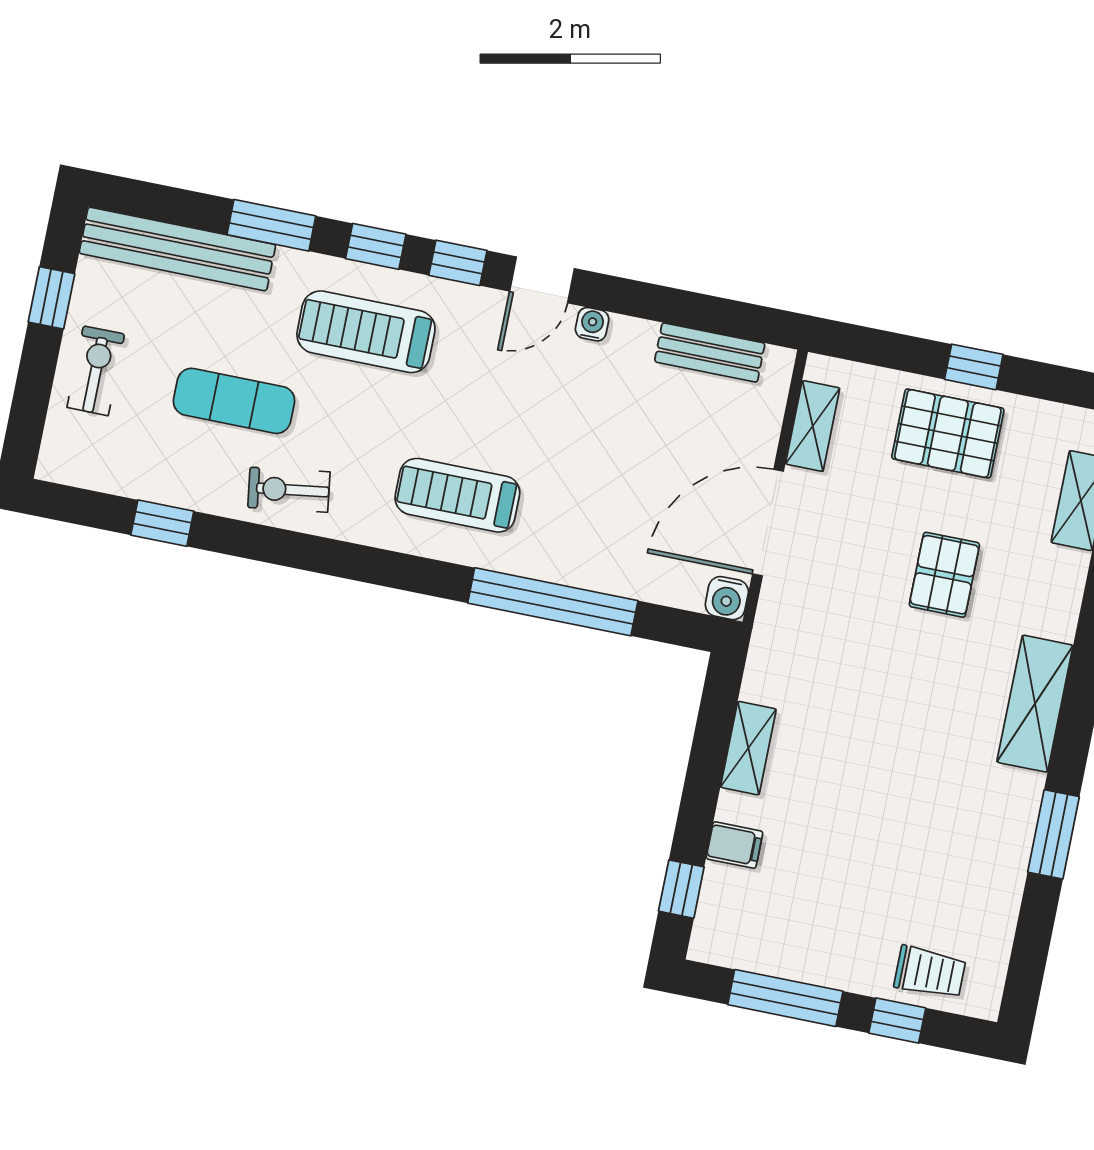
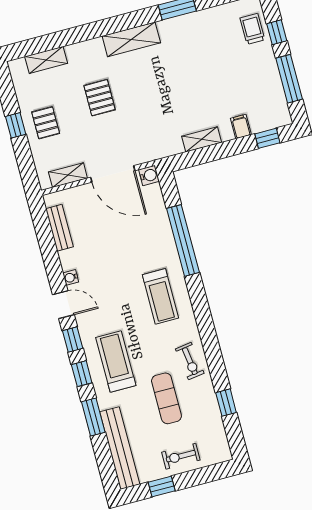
treadmill: (366, 332) -> (116, 361), turned 180
pallet: (948, 433) -> (46, 123), width x0.67, depth x0.71
pallet: (944, 575) -> (100, 98), turned 90

